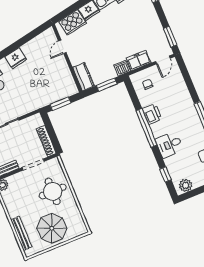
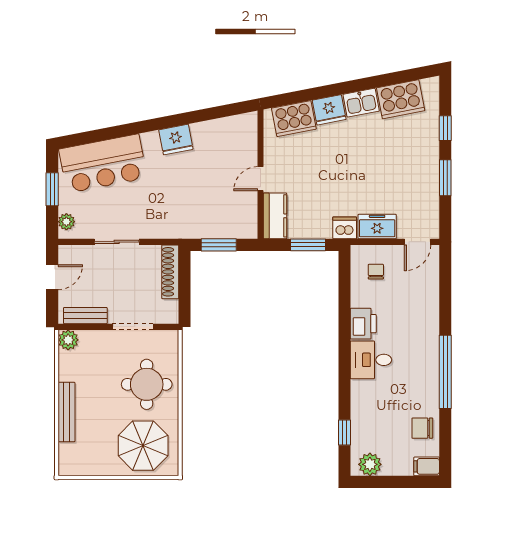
window: (170, 37) -> (445, 178), moved
door: (62, 47) -> (261, 179), moved
window: (146, 128) -> (344, 343), removed
shoe rack: (46, 141) -> (170, 272), moved
desk: (169, 145) -> (371, 360), moved
parasol: (52, 228) -> (143, 446), moved
bench: (21, 233) -> (66, 412), moved

